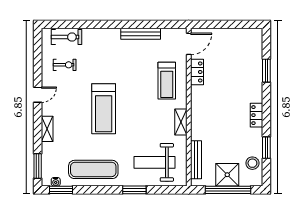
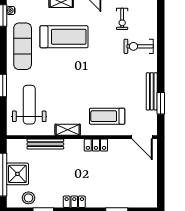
window: (153, 24) -> (161, 103), added
exercise bike: (66, 37) -> (139, 46), moved, turned 90
locker: (197, 72) -> (96, 145), moved
treadmill: (104, 109) -> (64, 37), moved, turned 180
bench: (196, 160) -> (45, 144), moved

